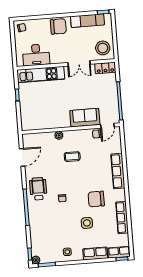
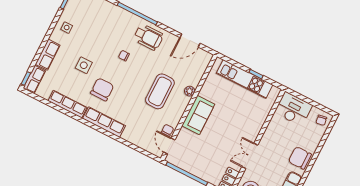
chair: (58, 26) -> (300, 158), turned 90
desk: (36, 55) -> (293, 109), moved, turned 90
kitchen unit: (41, 75) -> (245, 79), moved, turned -90
sofa: (85, 118) -> (198, 115), moved
door: (22, 157) -> (190, 40), hinge flipped
coffee table: (72, 157) -> (160, 91), width x1.86, depth x1.72
row of seats: (118, 171) -> (104, 122), moved

